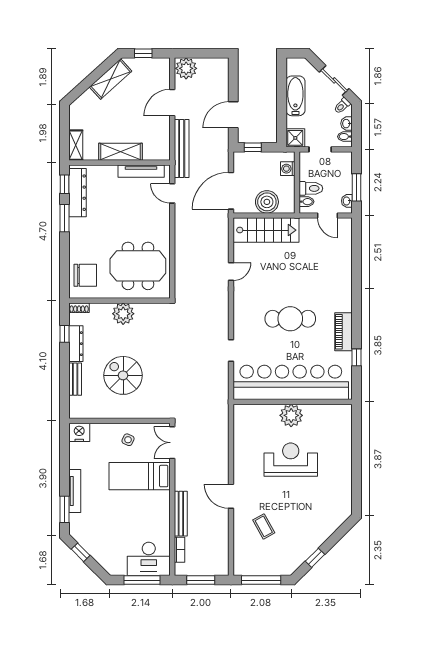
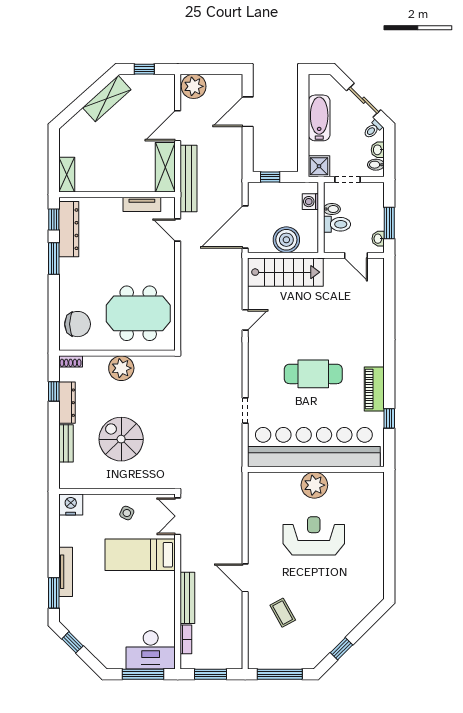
door: (233, 115) -> (248, 112), moved
shelving: (121, 152) -> (165, 167), moved, turned 90
tv unit: (141, 171) -> (142, 204), width x0.71
bidet: (307, 202) -> (332, 209), moved

